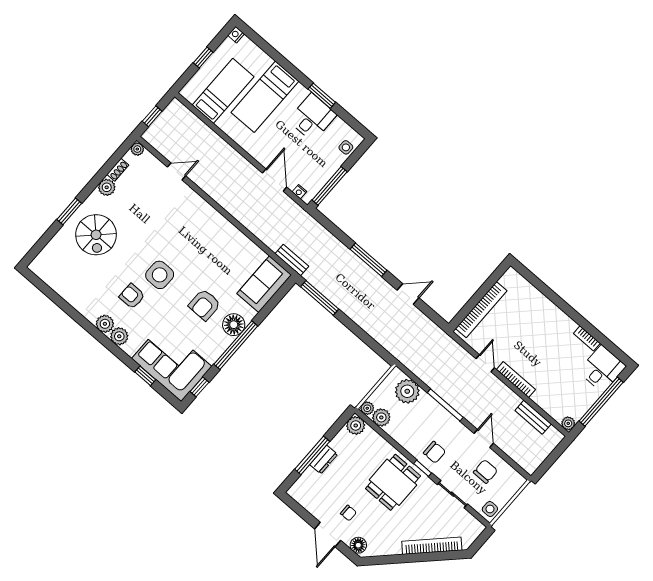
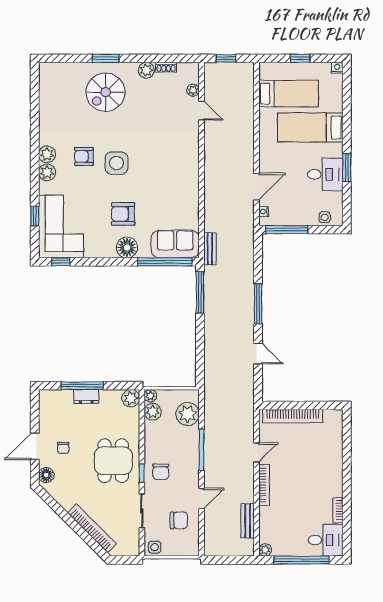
plant: (137, 149) -> (193, 90), moved
armchair: (132, 296) -> (84, 156), turned -90
window: (236, 345) -> (165, 262), moved
dining table: (393, 482) -> (113, 461), turned 90

